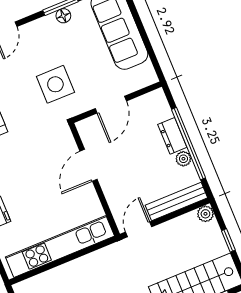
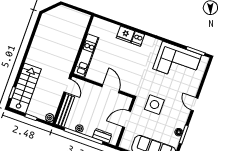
door: (111, 105) -> (127, 119), hinge flipped
dresser: (172, 136) -> (102, 136), moved
kitchen unit: (60, 247) -> (86, 56), width x0.73

